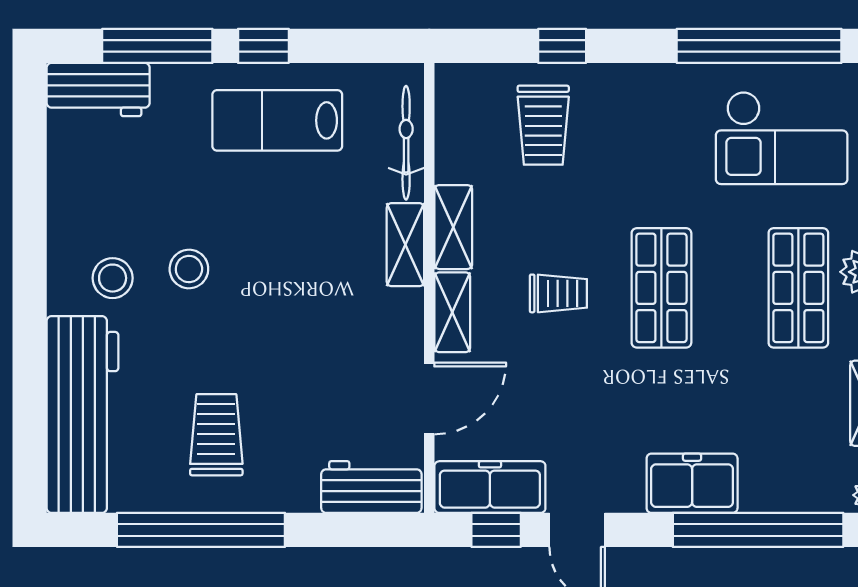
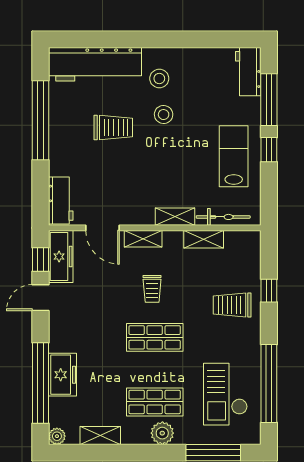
trolley: (543, 125) -> (232, 305), moved
shelving: (453, 227) -> (204, 239), moved
trolley: (216, 435) -> (113, 127), moved
freezer: (692, 483) -> (63, 375), moved

